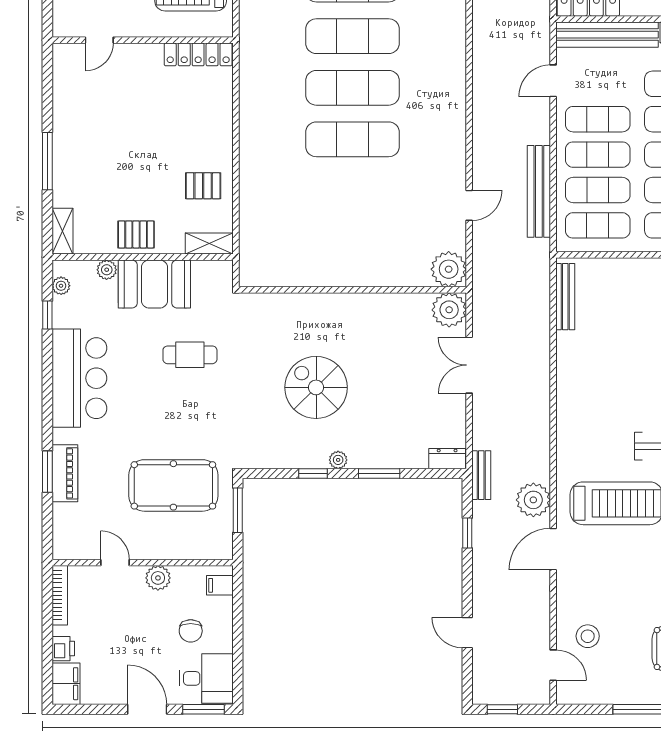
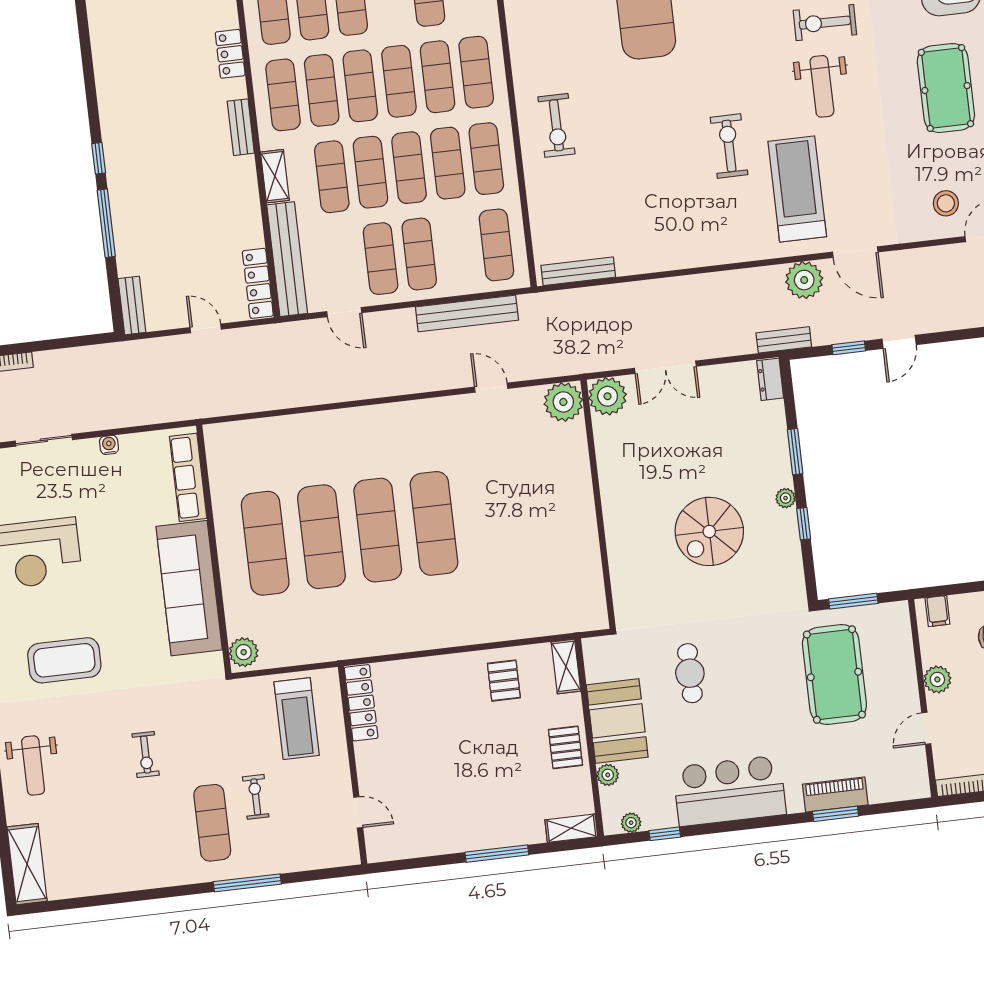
exercise mat: (598, 190) -> (458, 249), removed
door: (467, 633) -> (899, 342), moved

